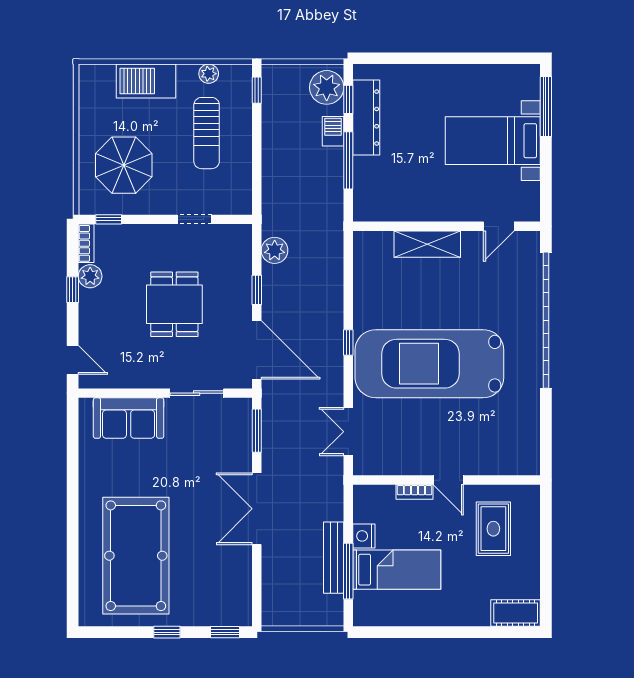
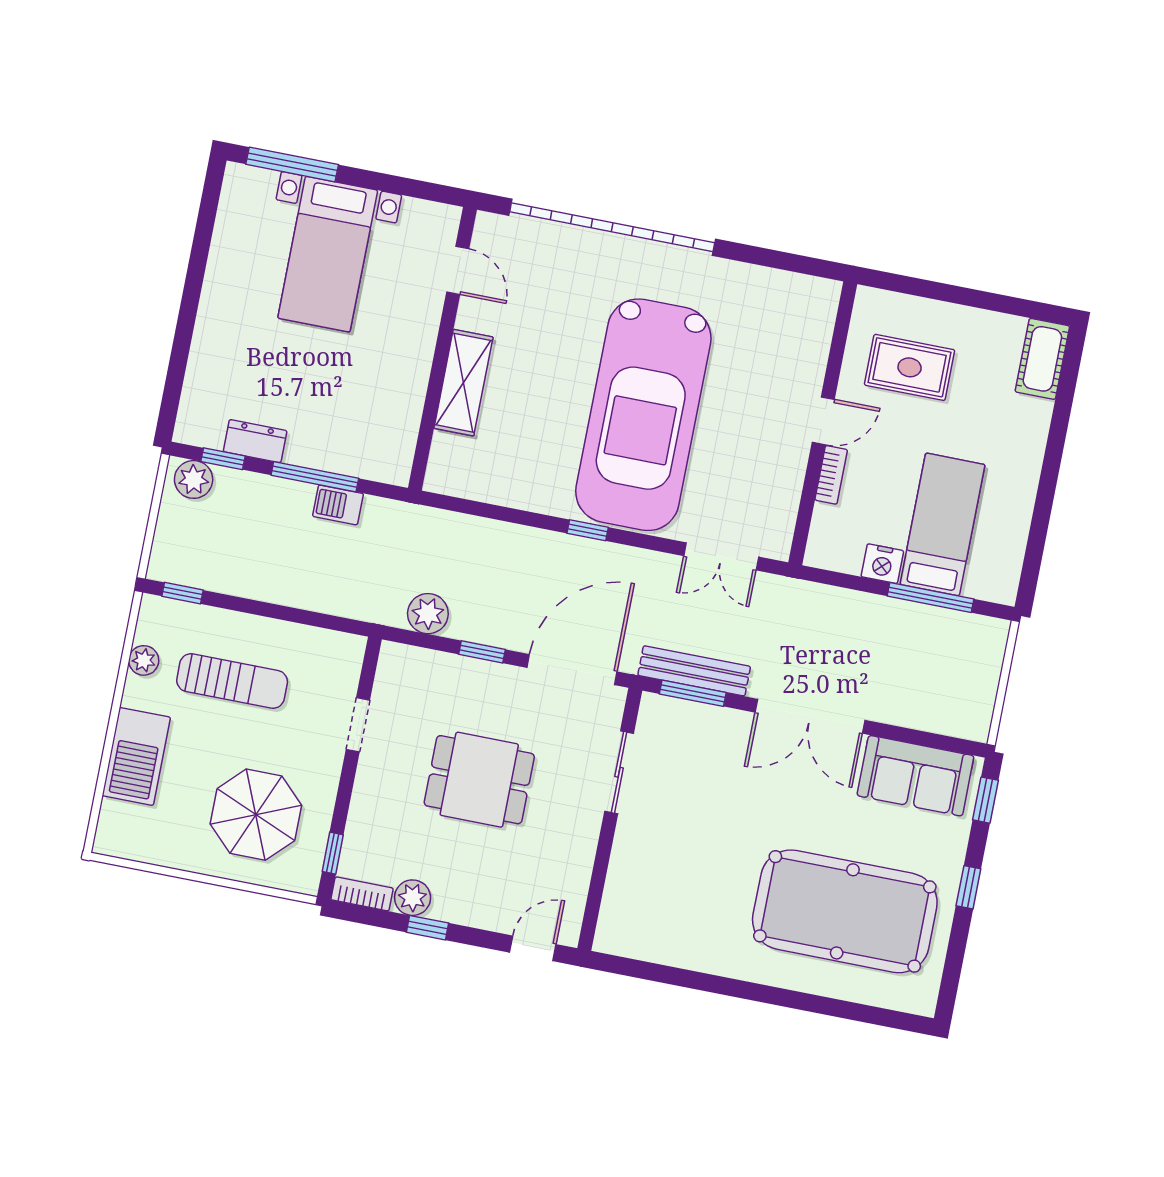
plant: (327, 87) -> (194, 479), width x0.73, depth x0.73
dresser: (366, 118) -> (255, 441), width x0.51, depth x0.80
barbecue: (333, 131) -> (338, 505), moved
sofa: (129, 418) -> (915, 776), moved, turned 90
bench: (334, 558) -> (694, 671), moved

